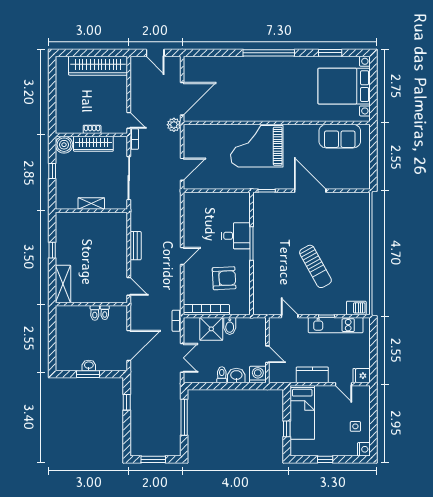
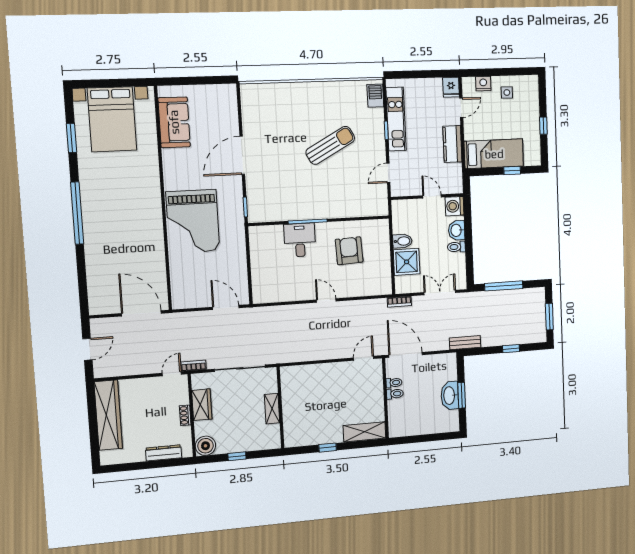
dresser: (61, 109) -> (164, 453), added
plant: (174, 125) -> (173, 321), removed
wardrobe: (93, 144) -> (202, 405), width x0.67
bench: (136, 246) -> (465, 343), moved
bookcase: (206, 310) -> (385, 269), removed
door: (129, 345) -> (406, 355), moved
door: (267, 354) -> (432, 196), hinge flipped
washbasin: (89, 365) -> (450, 396), width x1.91, depth x1.45
window: (127, 402) -> (511, 349), moved
nightstand: (364, 449) -> (483, 84), moved

